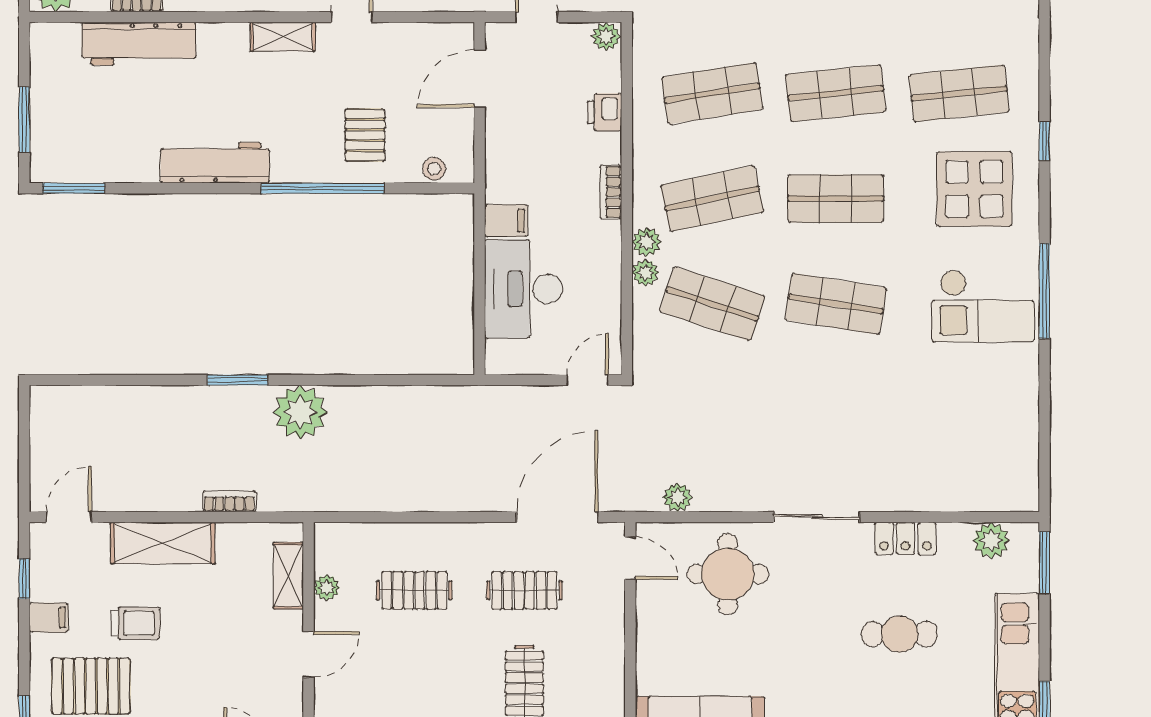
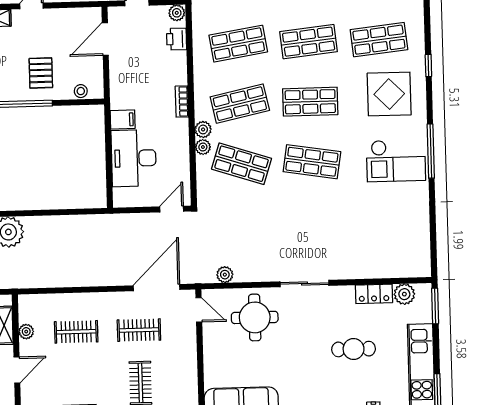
printer: (605, 112) -> (177, 39), moved
locker: (905, 538) -> (374, 294), moved

